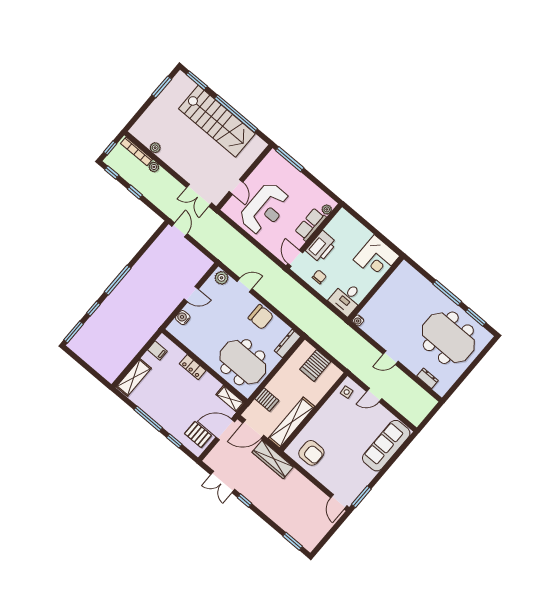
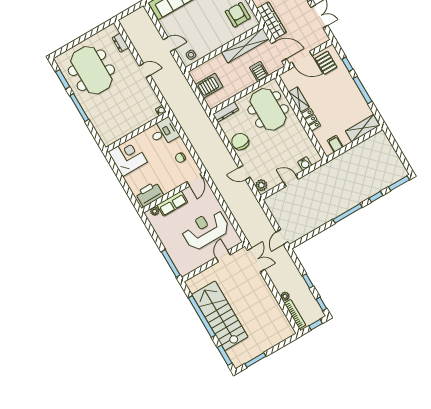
plant: (155, 148) -> (278, 312), removed
printer: (321, 247) -> (150, 194), moved
shelving: (230, 399) -> (299, 99), moved

